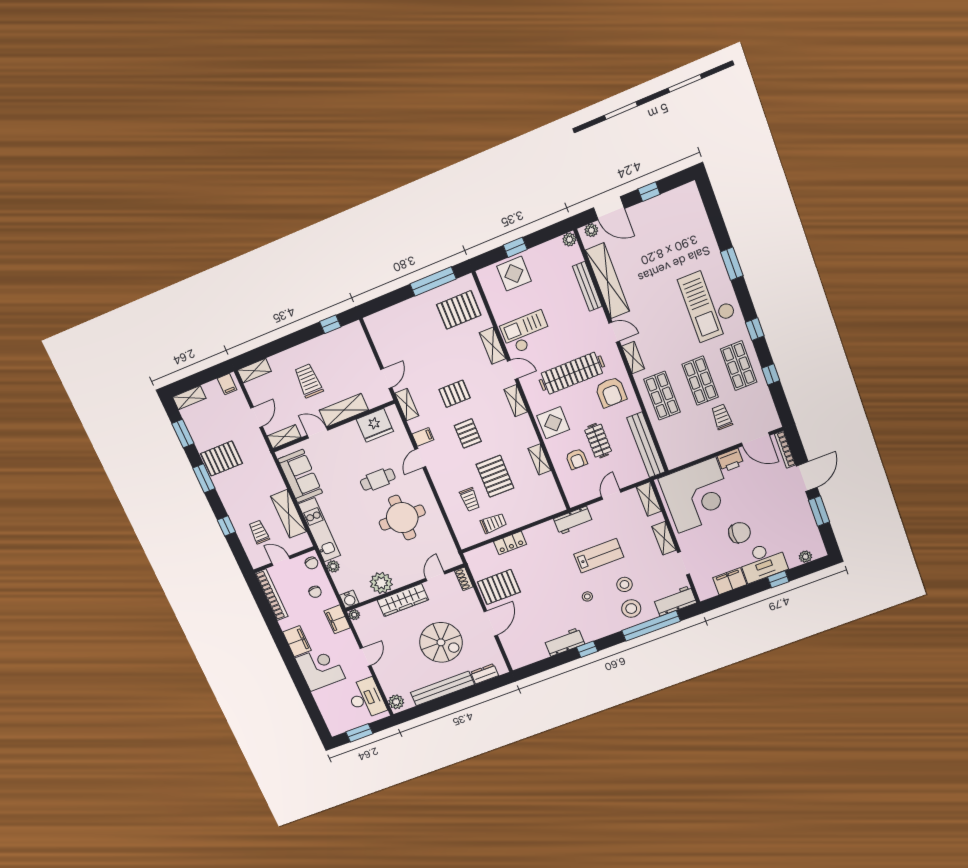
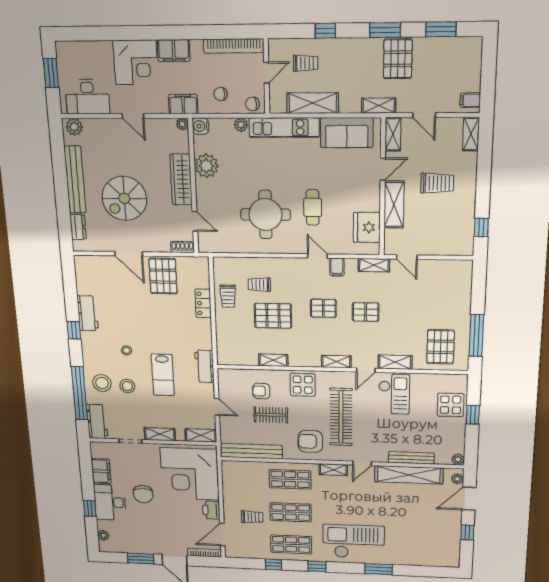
pallet: (455, 394) -> (366, 312), turned 90
shelving: (189, 398) -> (379, 106), moved, turned 90

